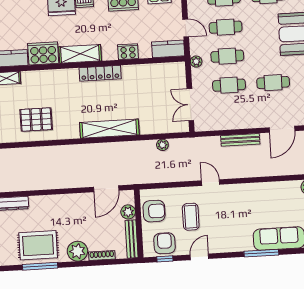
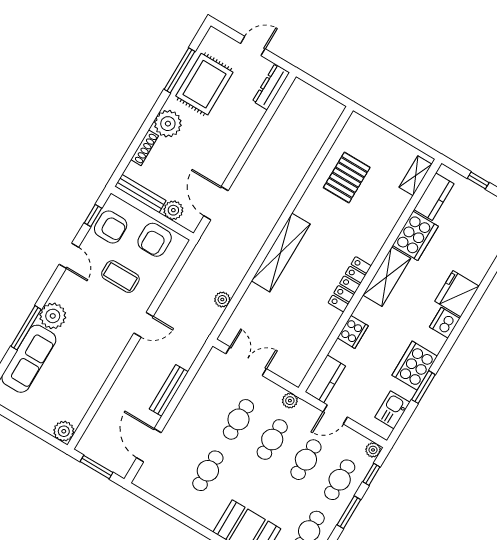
plant: (243, 242) -> (53, 316), added

